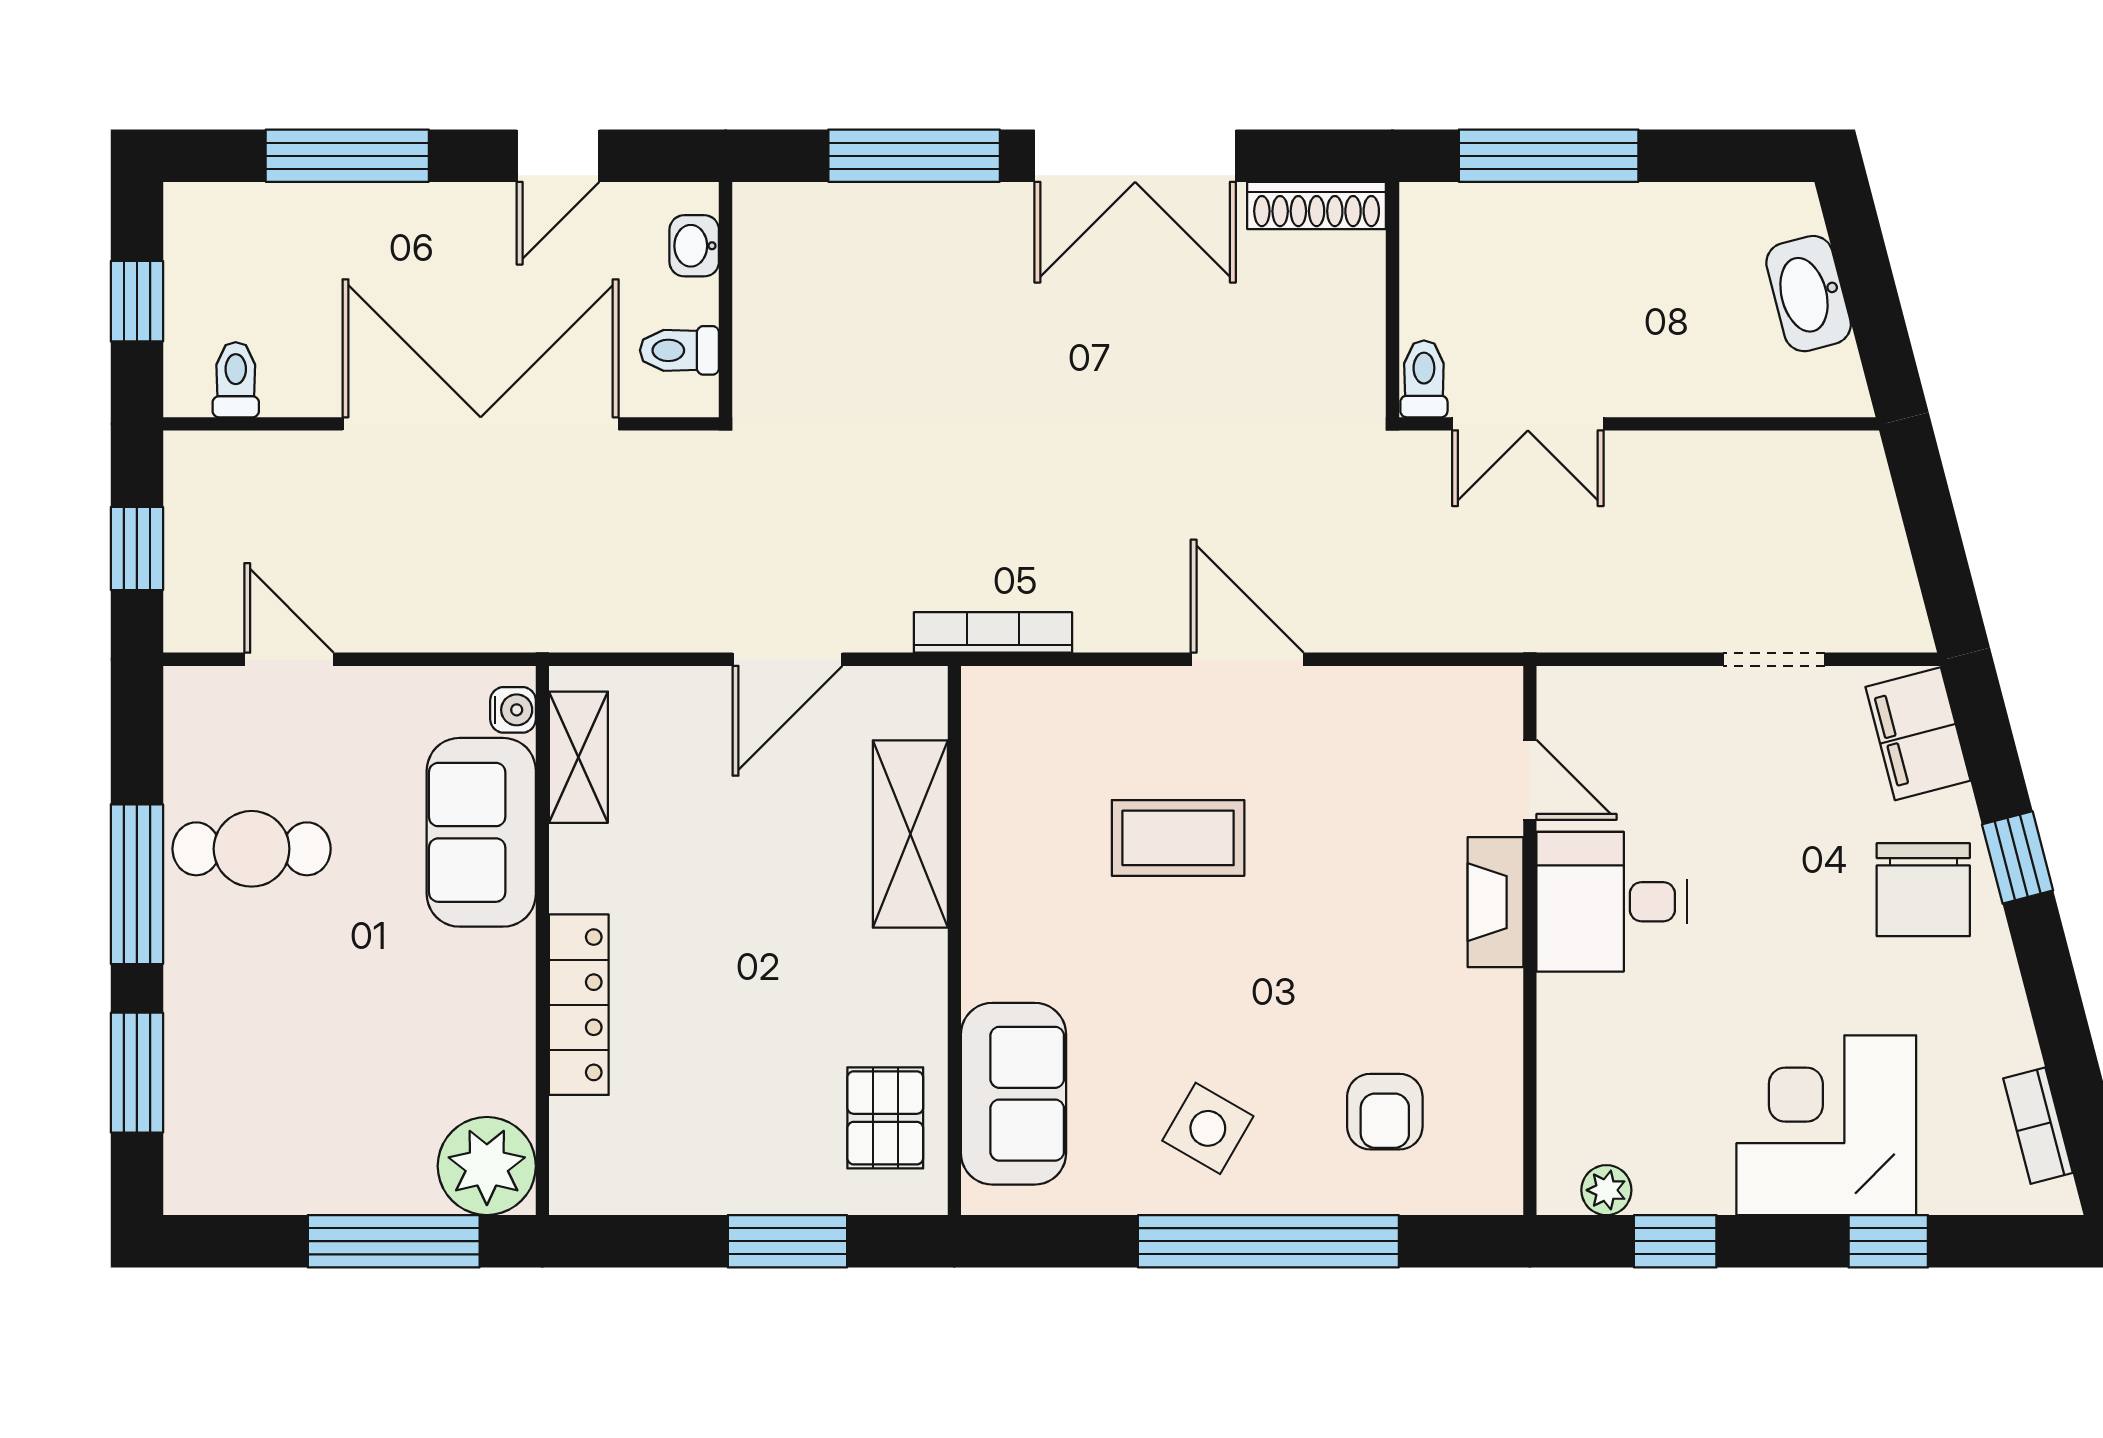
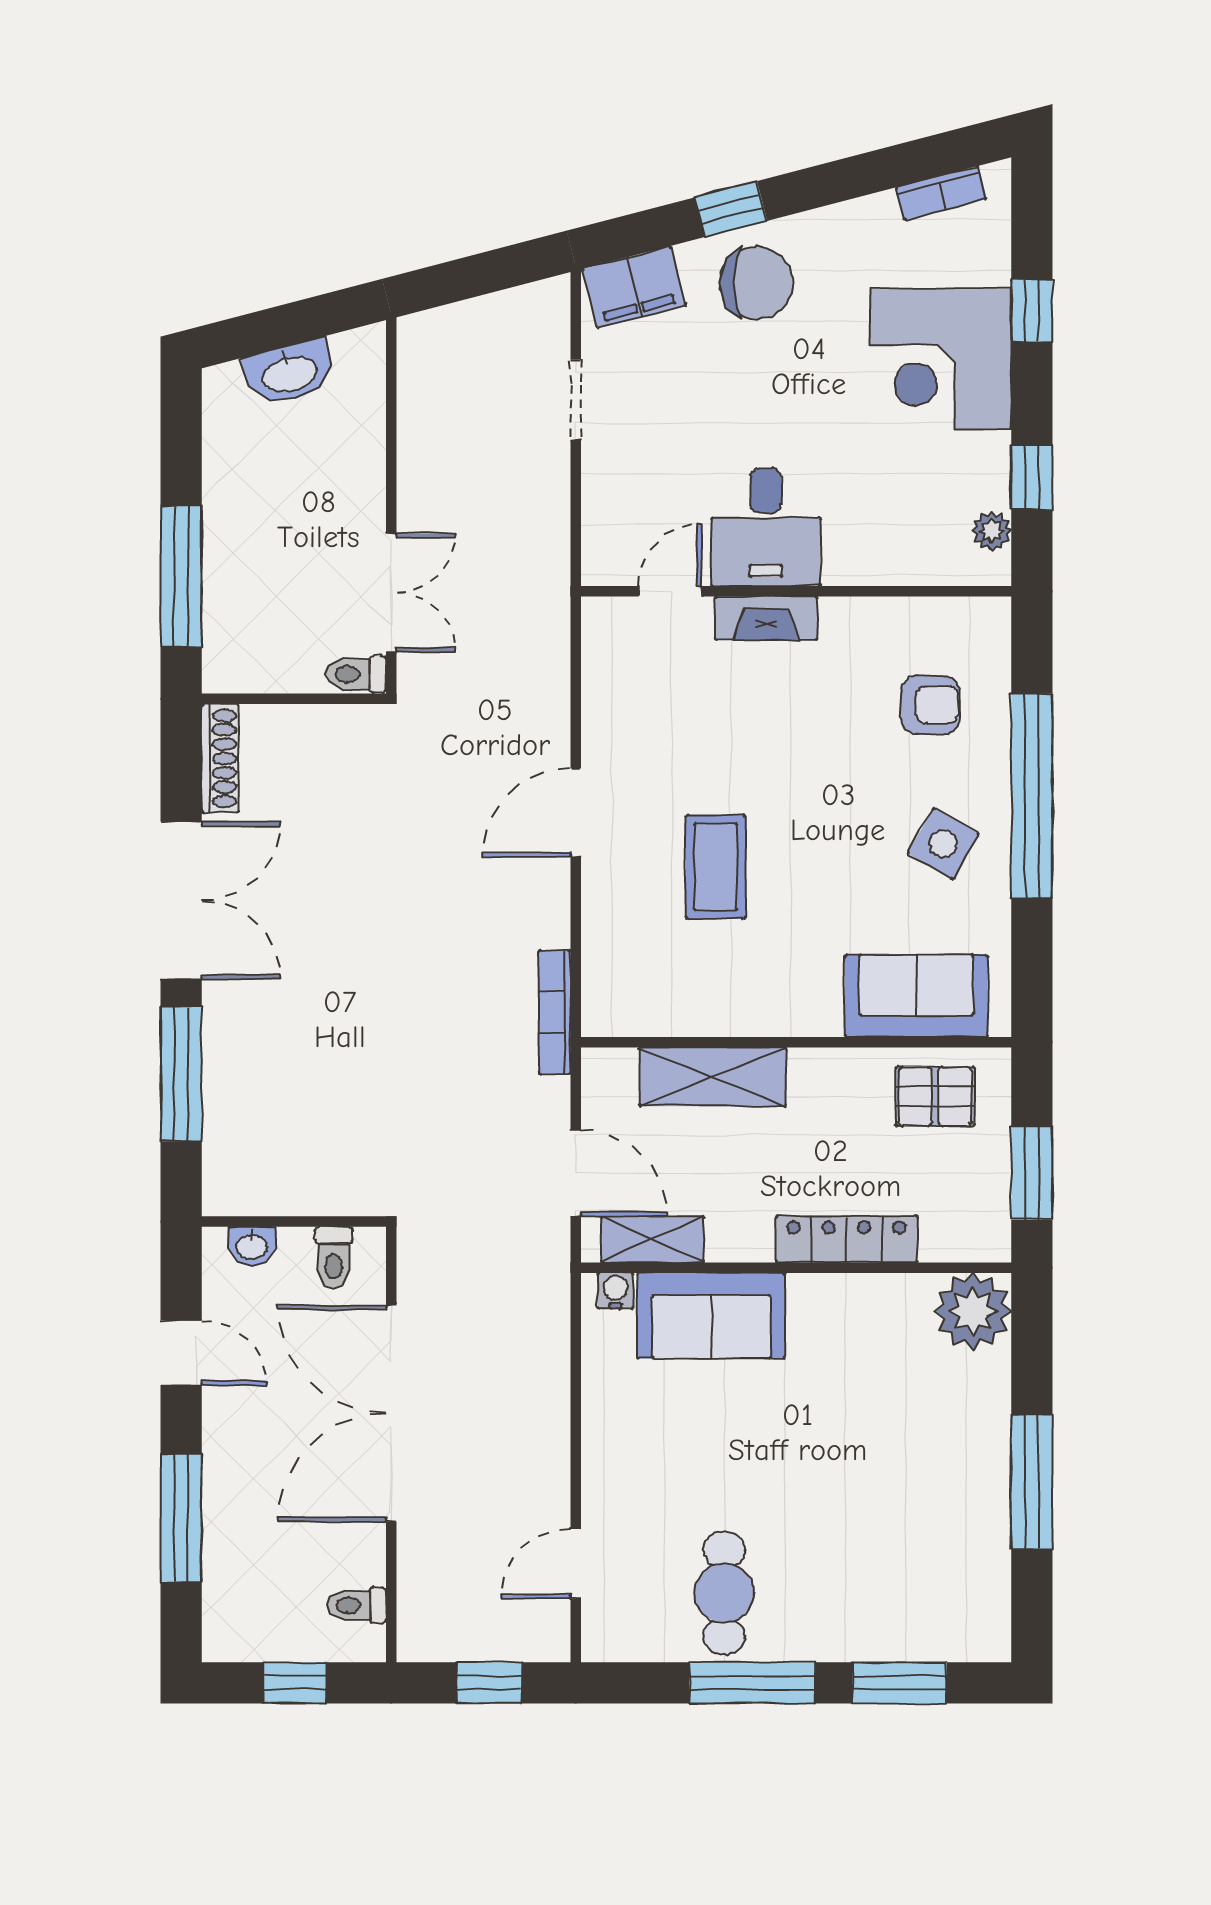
water cooler: (513, 710) -> (615, 1291), moved
shelving: (578, 757) -> (652, 1239), moved
sofa: (481, 832) -> (711, 1316), moved
wall: (542, 940) -> (796, 1268), moved
locker: (579, 1005) -> (846, 1239), moved
plant: (487, 1166) -> (973, 1311), moved

